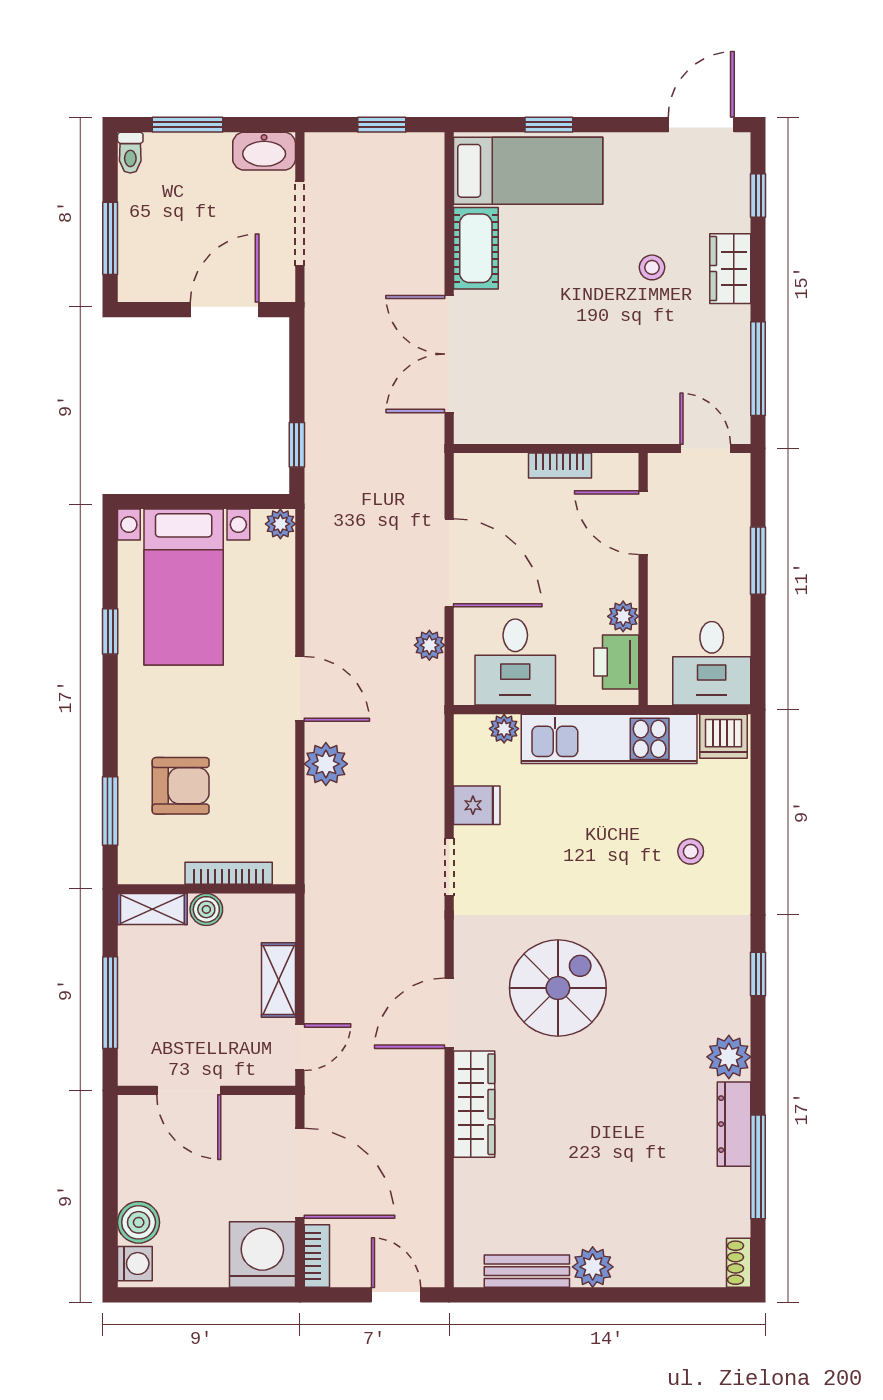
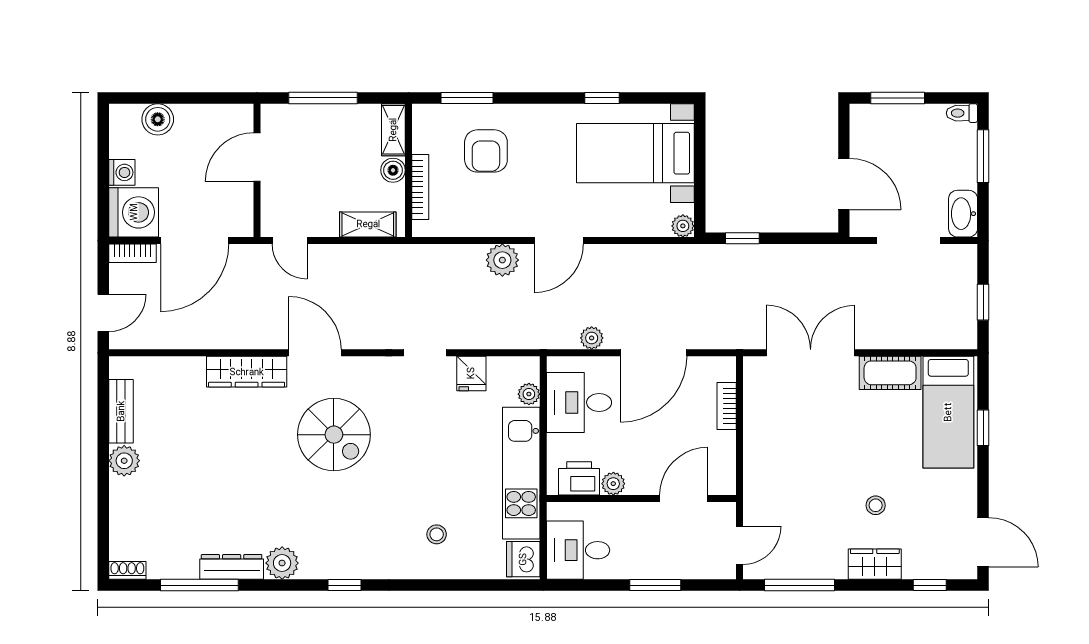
bookcase: (560, 466) -> (727, 406), moved
shelving: (278, 980) -> (368, 224), moved
washing machine: (135, 1264) -> (122, 172), moved, turned -90

